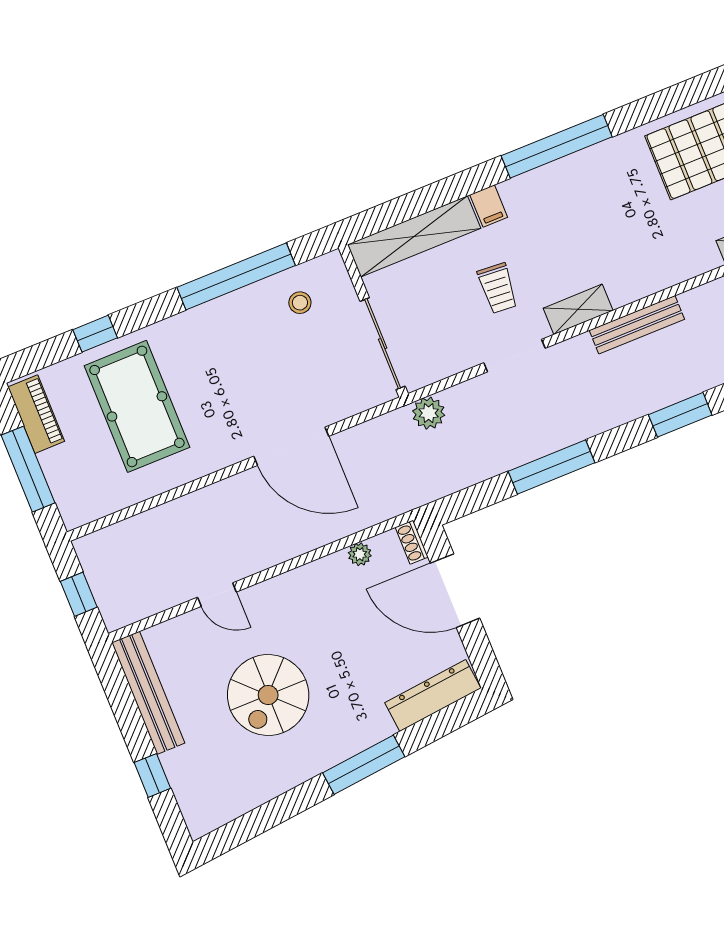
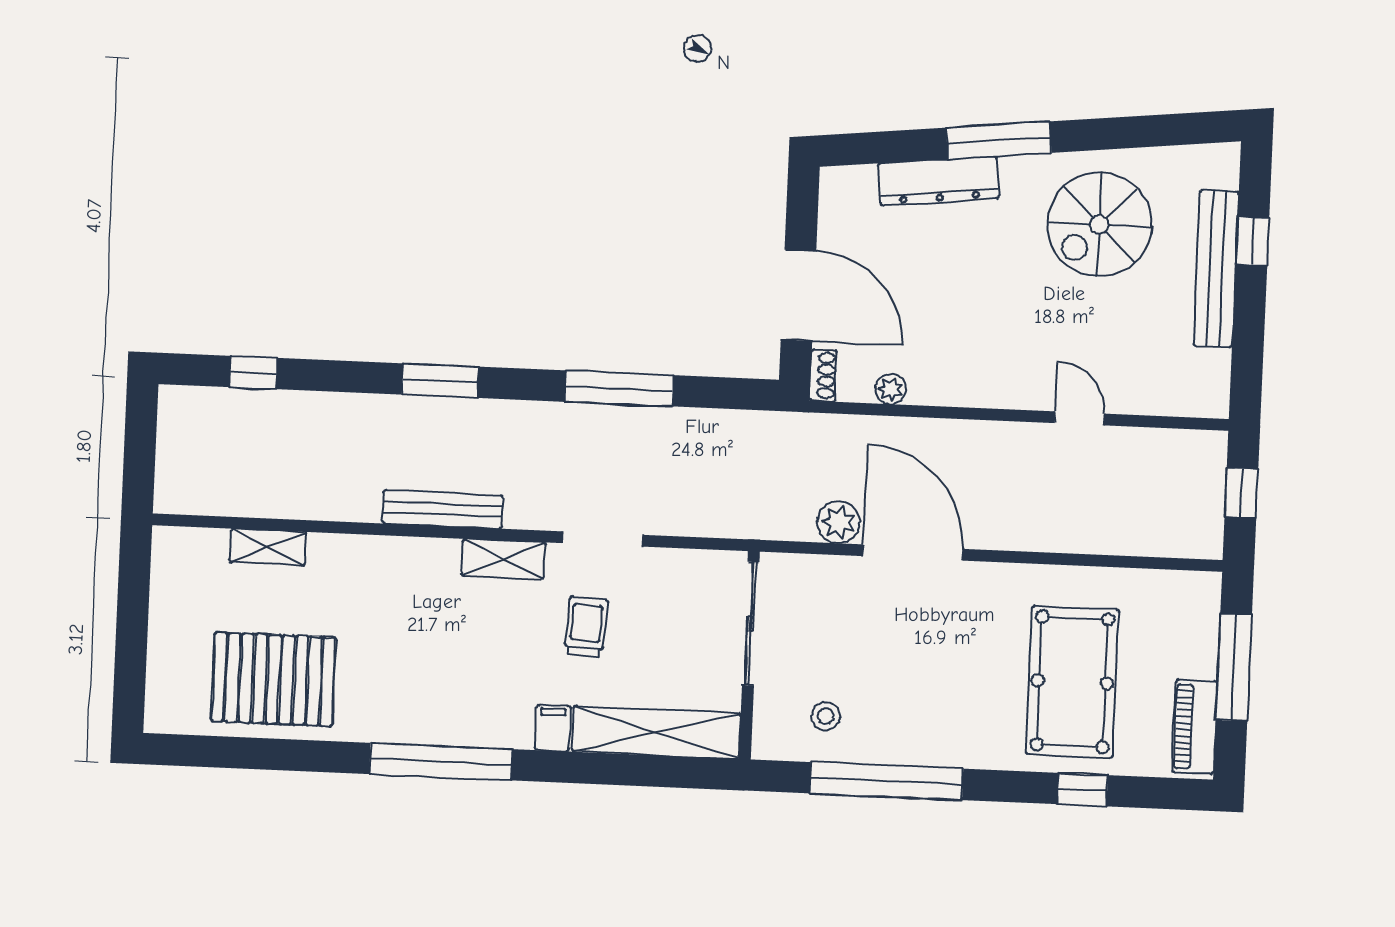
plant: (429, 413) -> (838, 522), moved
bench: (148, 693) -> (1216, 269), moved
spiral stairs: (268, 695) -> (1099, 224), moved, turned 180
dresser: (433, 695) -> (939, 181), moved

